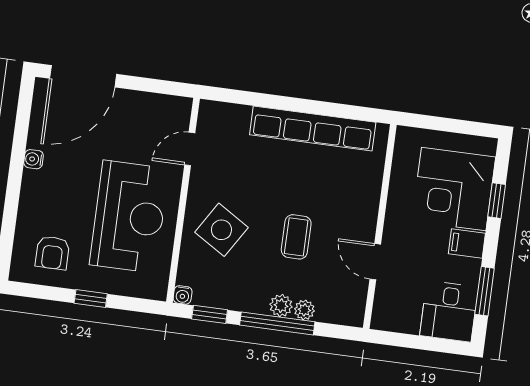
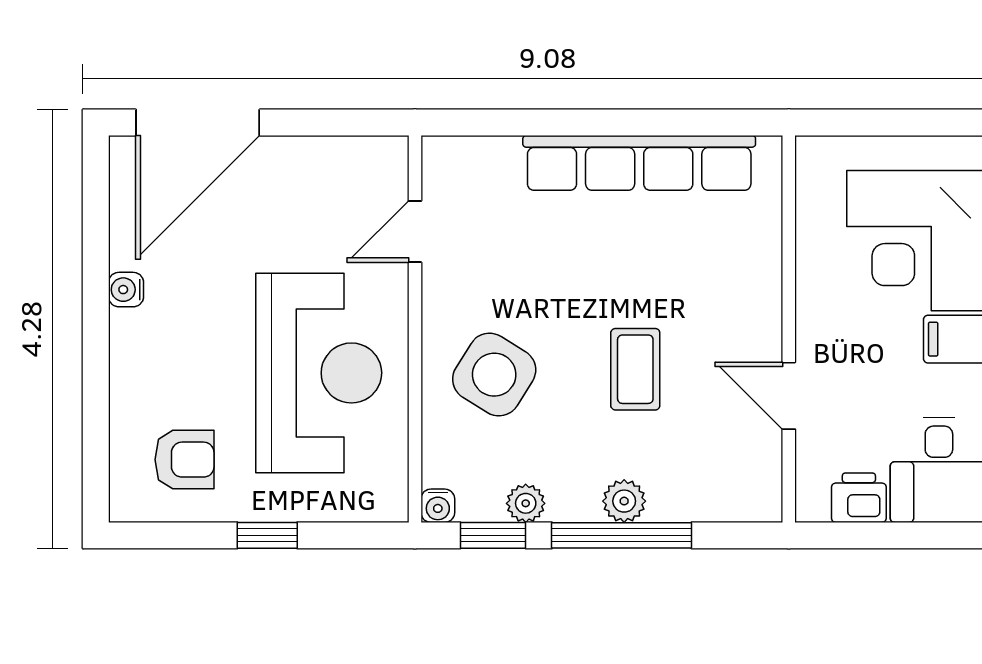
armchair: (52, 253) -> (185, 460), turned -90
plant: (304, 310) -> (526, 503), moved
printer: (405, 320) -> (859, 498), added

